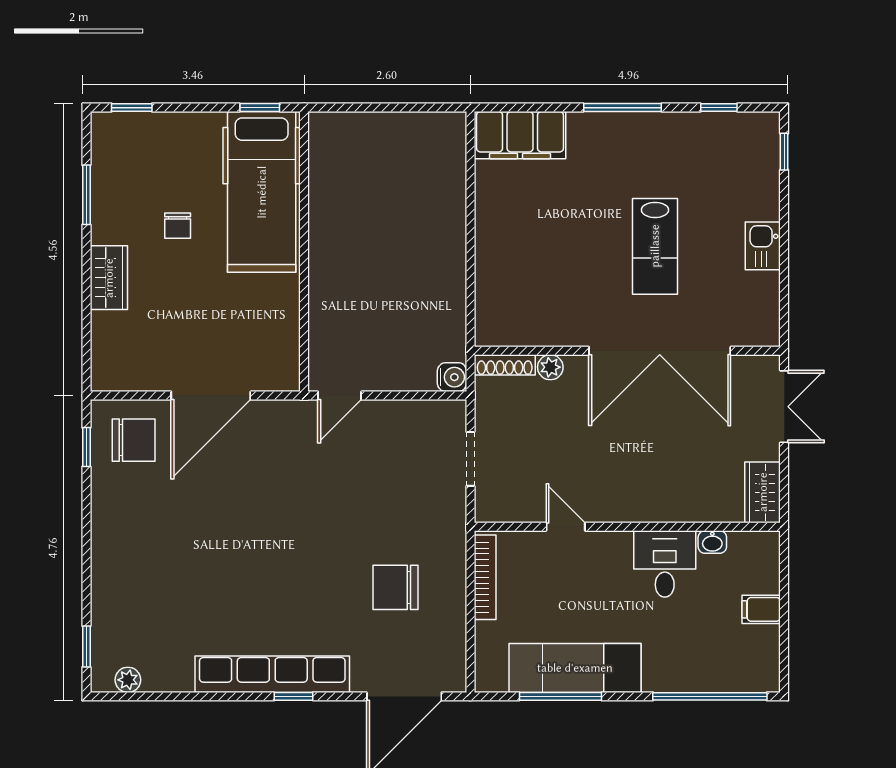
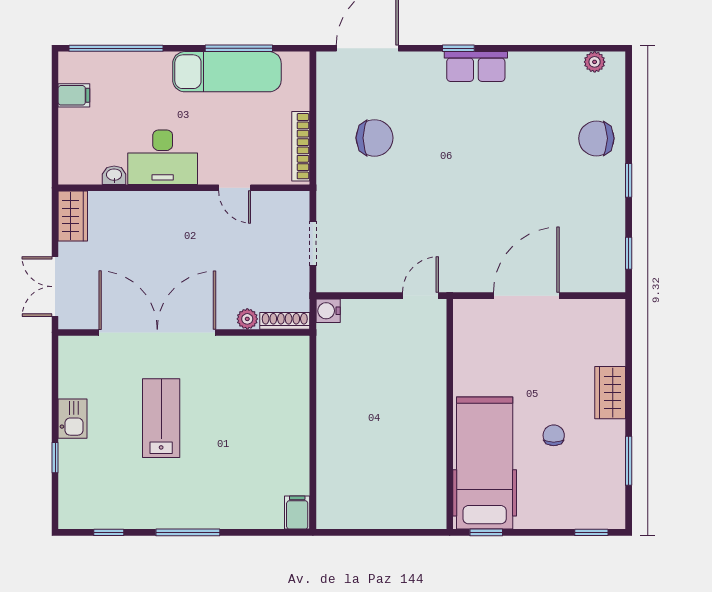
filing cabinet: (520, 135) -> (297, 513), width x0.33, depth x0.86
window: (784, 152) -> (55, 458), moved
chair: (134, 440) -> (596, 138), moved
desk: (665, 564) -> (163, 157), width x1.37
filing cabinet: (761, 609) -> (74, 95), moved
window: (86, 647) -> (629, 180), moved
row of seats: (272, 674) -> (476, 66), width x0.50

